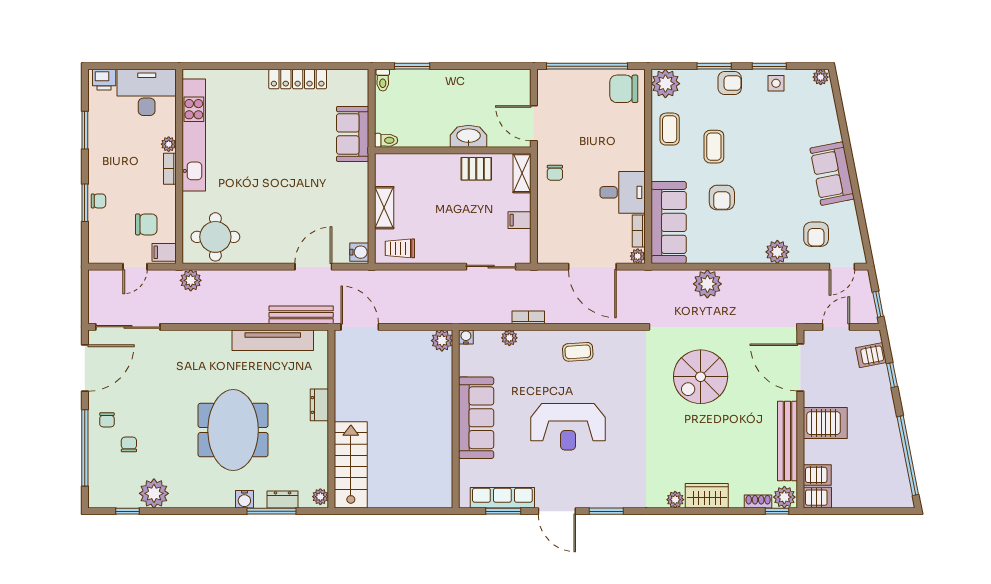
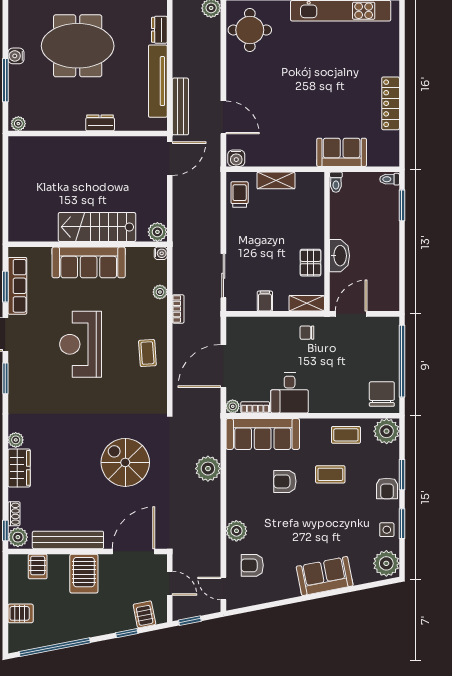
plant: (821, 77) -> (386, 563), width x1.88, depth x1.88
sofa: (832, 174) -> (325, 576), moved
stairs: (351, 465) -> (97, 227), moved, turned 180
server rack: (817, 498) -> (21, 613), moved, turned -90
dresser: (282, 500) -> (159, 30), moved, turned 180

